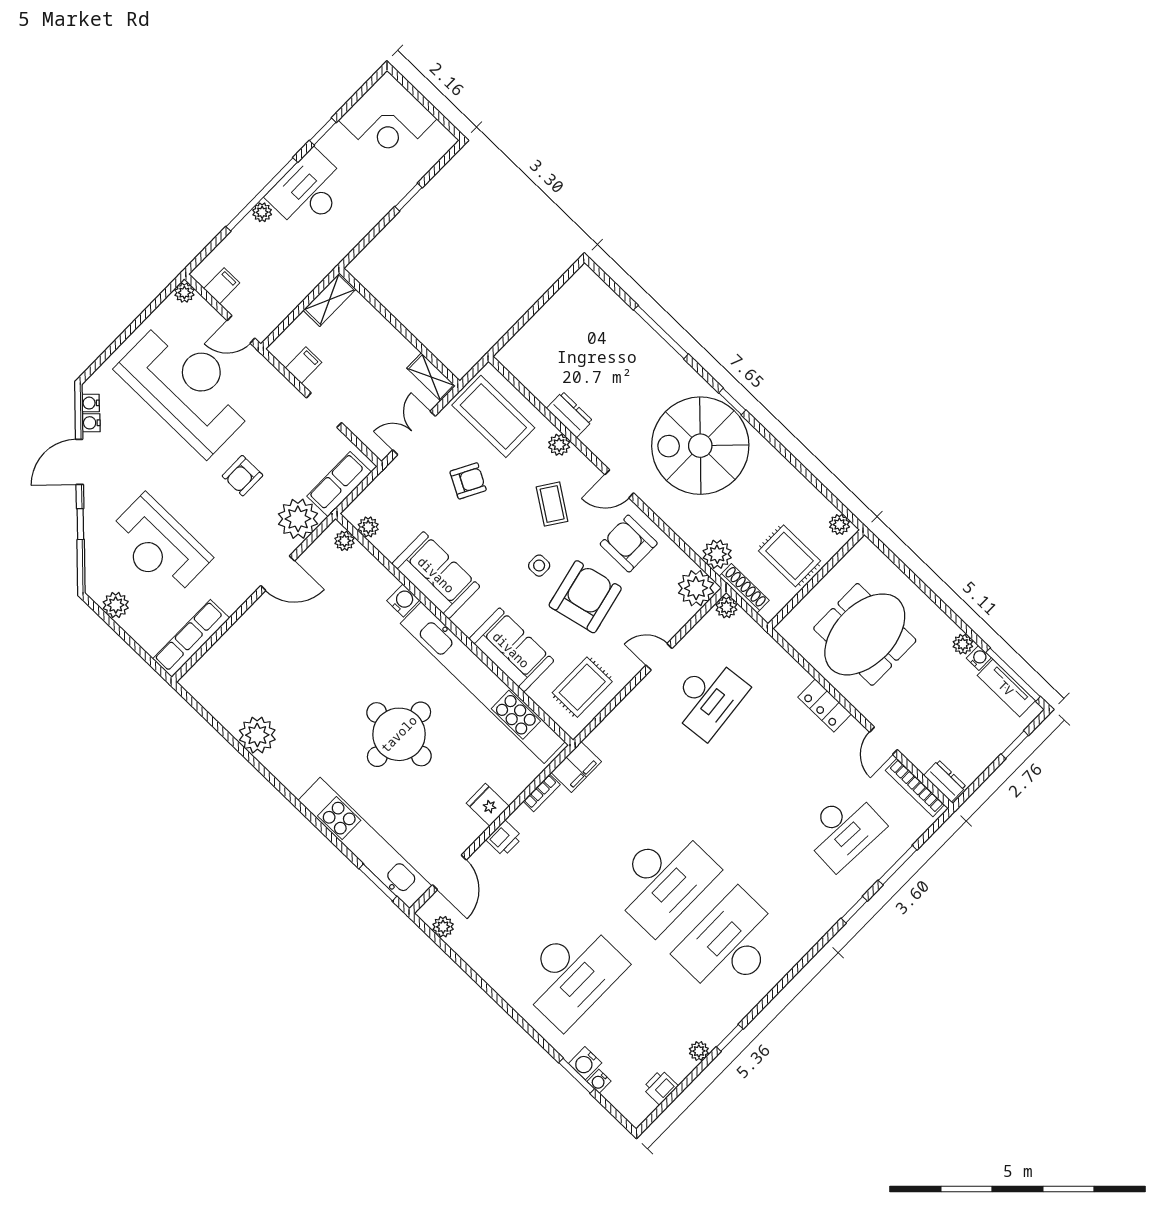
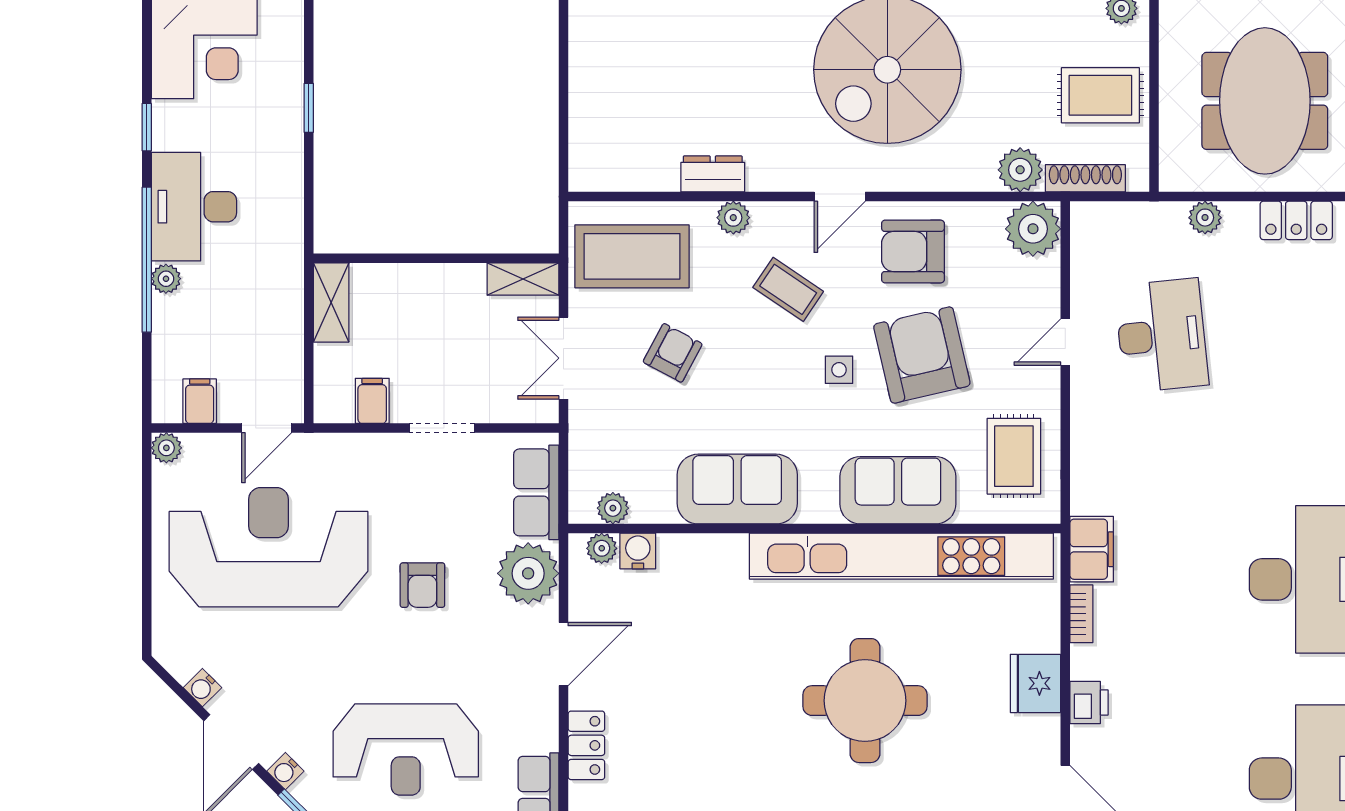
water cooler: (90, 403) -> (285, 771), moved
water cooler: (403, 600) -> (638, 551), moved
plant: (726, 607) -> (1205, 218), moved
locker: (246, 627) -> (586, 745), added
fridge: (488, 805) -> (1035, 683), width x1.38

